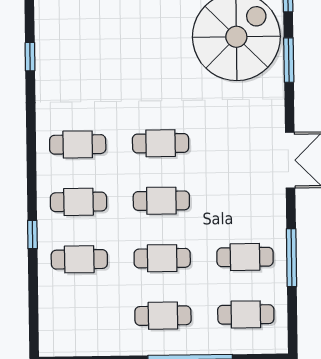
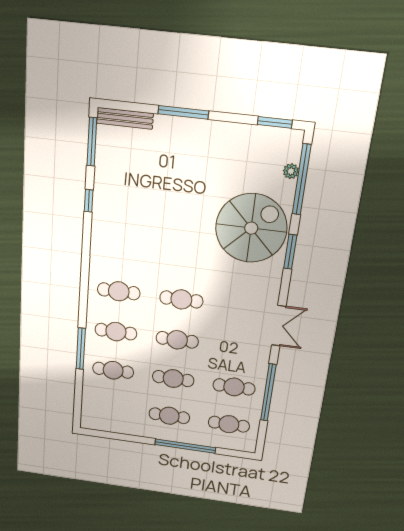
window: (30, 57) -> (89, 201), moved
window: (32, 234) -> (81, 349), width x2.17
window: (291, 258) -> (268, 393), width x1.46

